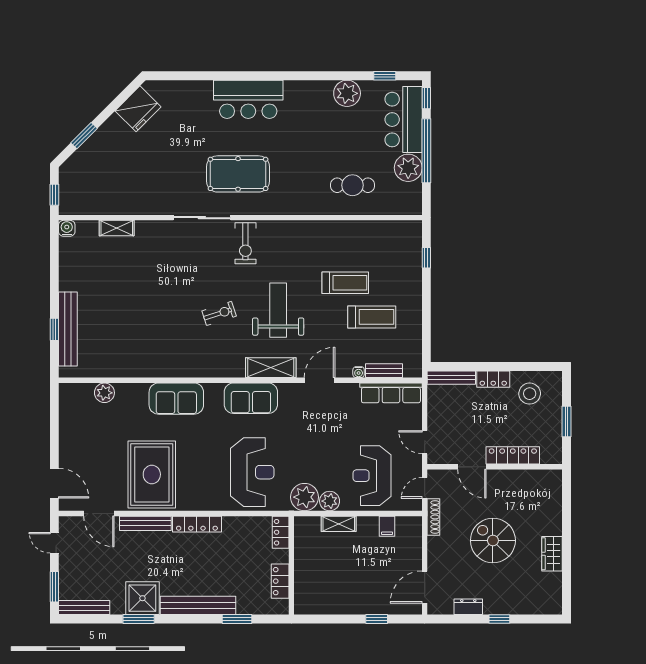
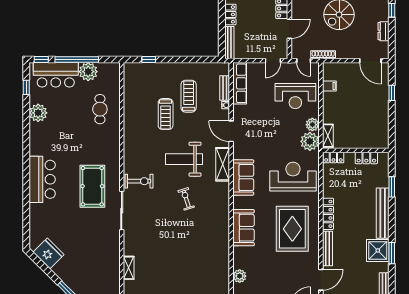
treadmill: (345, 283) -> (166, 114), turned 180
rug: (152, 474) -> (292, 229), moved, turned 90
shelving: (339, 524) -> (328, 136), moved

